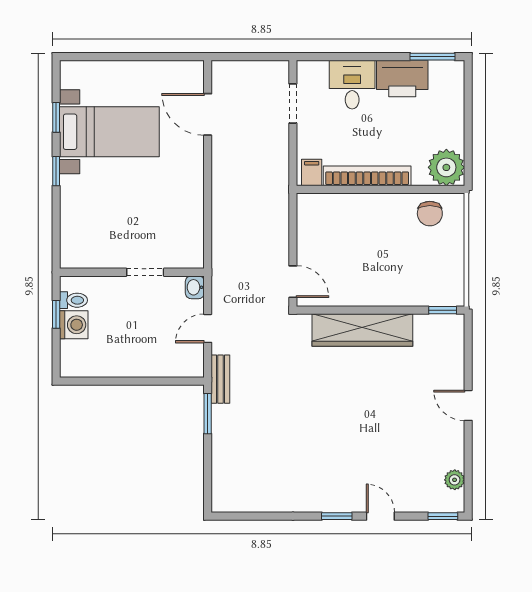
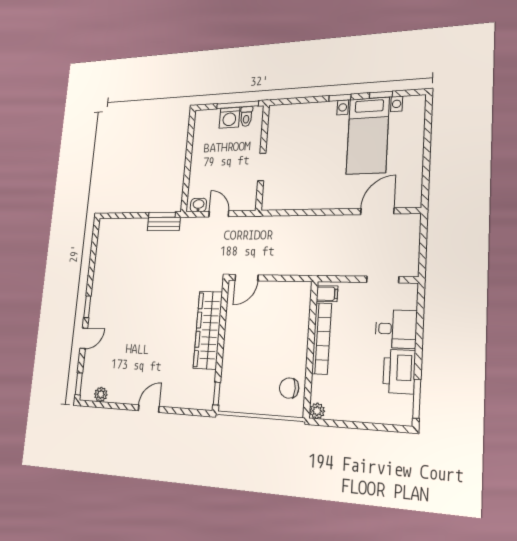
plant: (446, 167) -> (317, 411), width x0.53, depth x0.53
washbasin: (195, 287) -> (198, 205), moved
window: (56, 314) -> (238, 105), width x2.17
bench: (220, 379) -> (164, 224), moved

